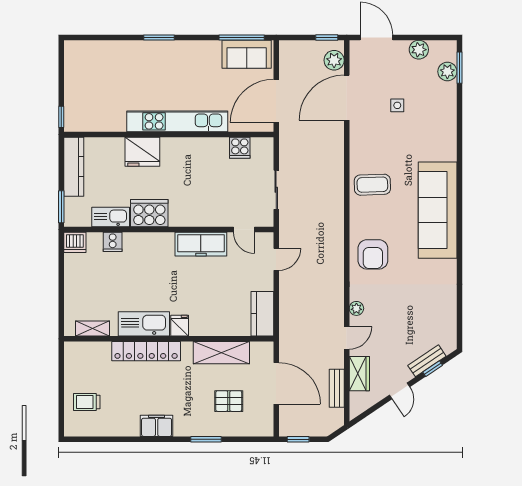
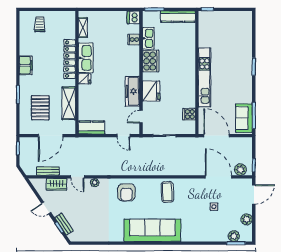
fridge: (142, 152) -> (151, 91), moved, turned 180
armchair: (373, 254) -> (126, 192), turned -90
pallet: (229, 401) -> (40, 108), width x1.50, depth x1.42

